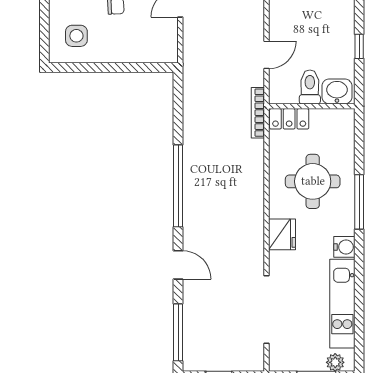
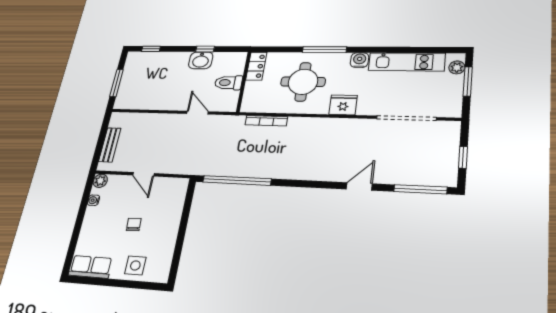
side table: (76, 36) -> (135, 265), moved
washbasin: (337, 91) -> (201, 60), moved, turned -90
bookcase: (258, 113) -> (266, 121), moved
locker: (289, 119) -> (256, 66), moved
window: (178, 186) -> (237, 181), moved

